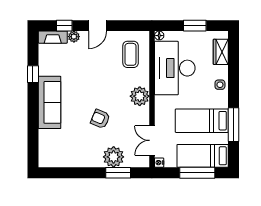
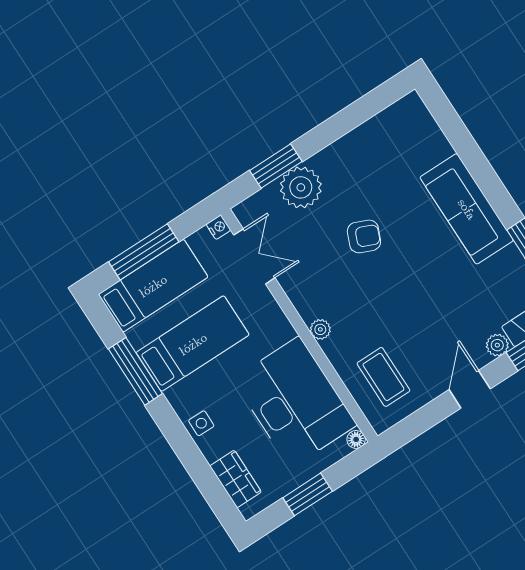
plant: (140, 96) -> (320, 329), width x0.53, depth x0.53

